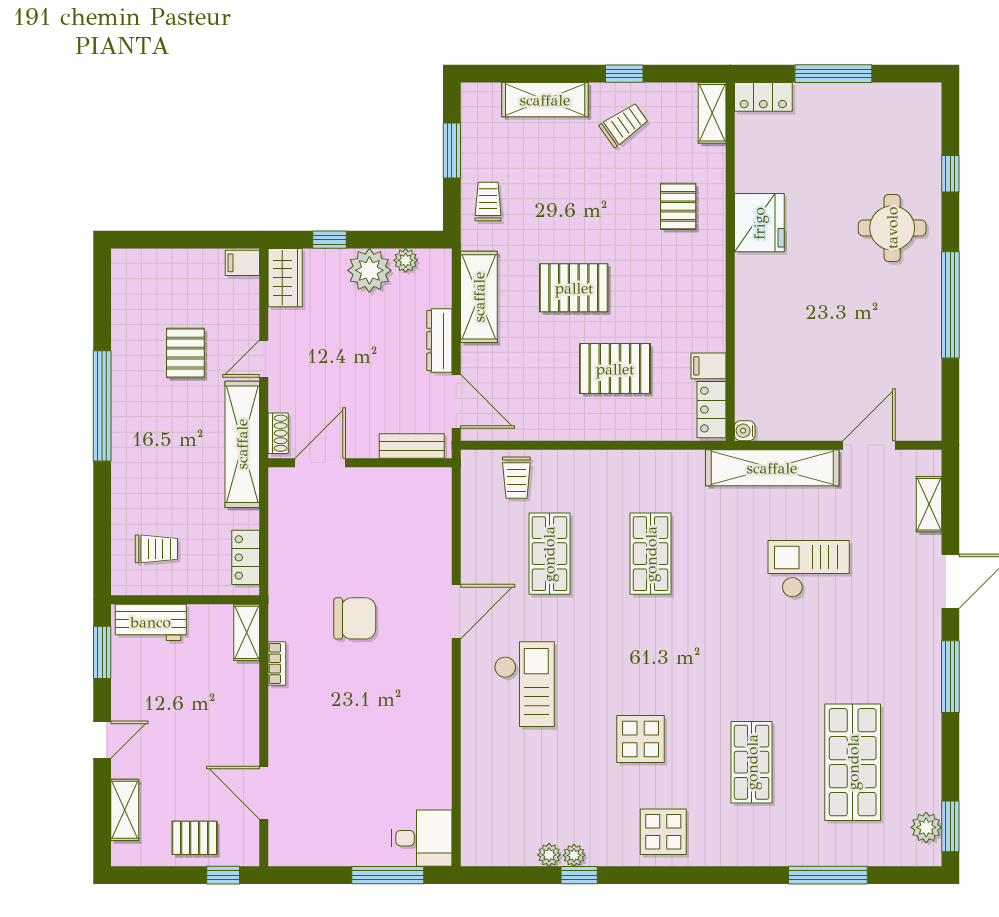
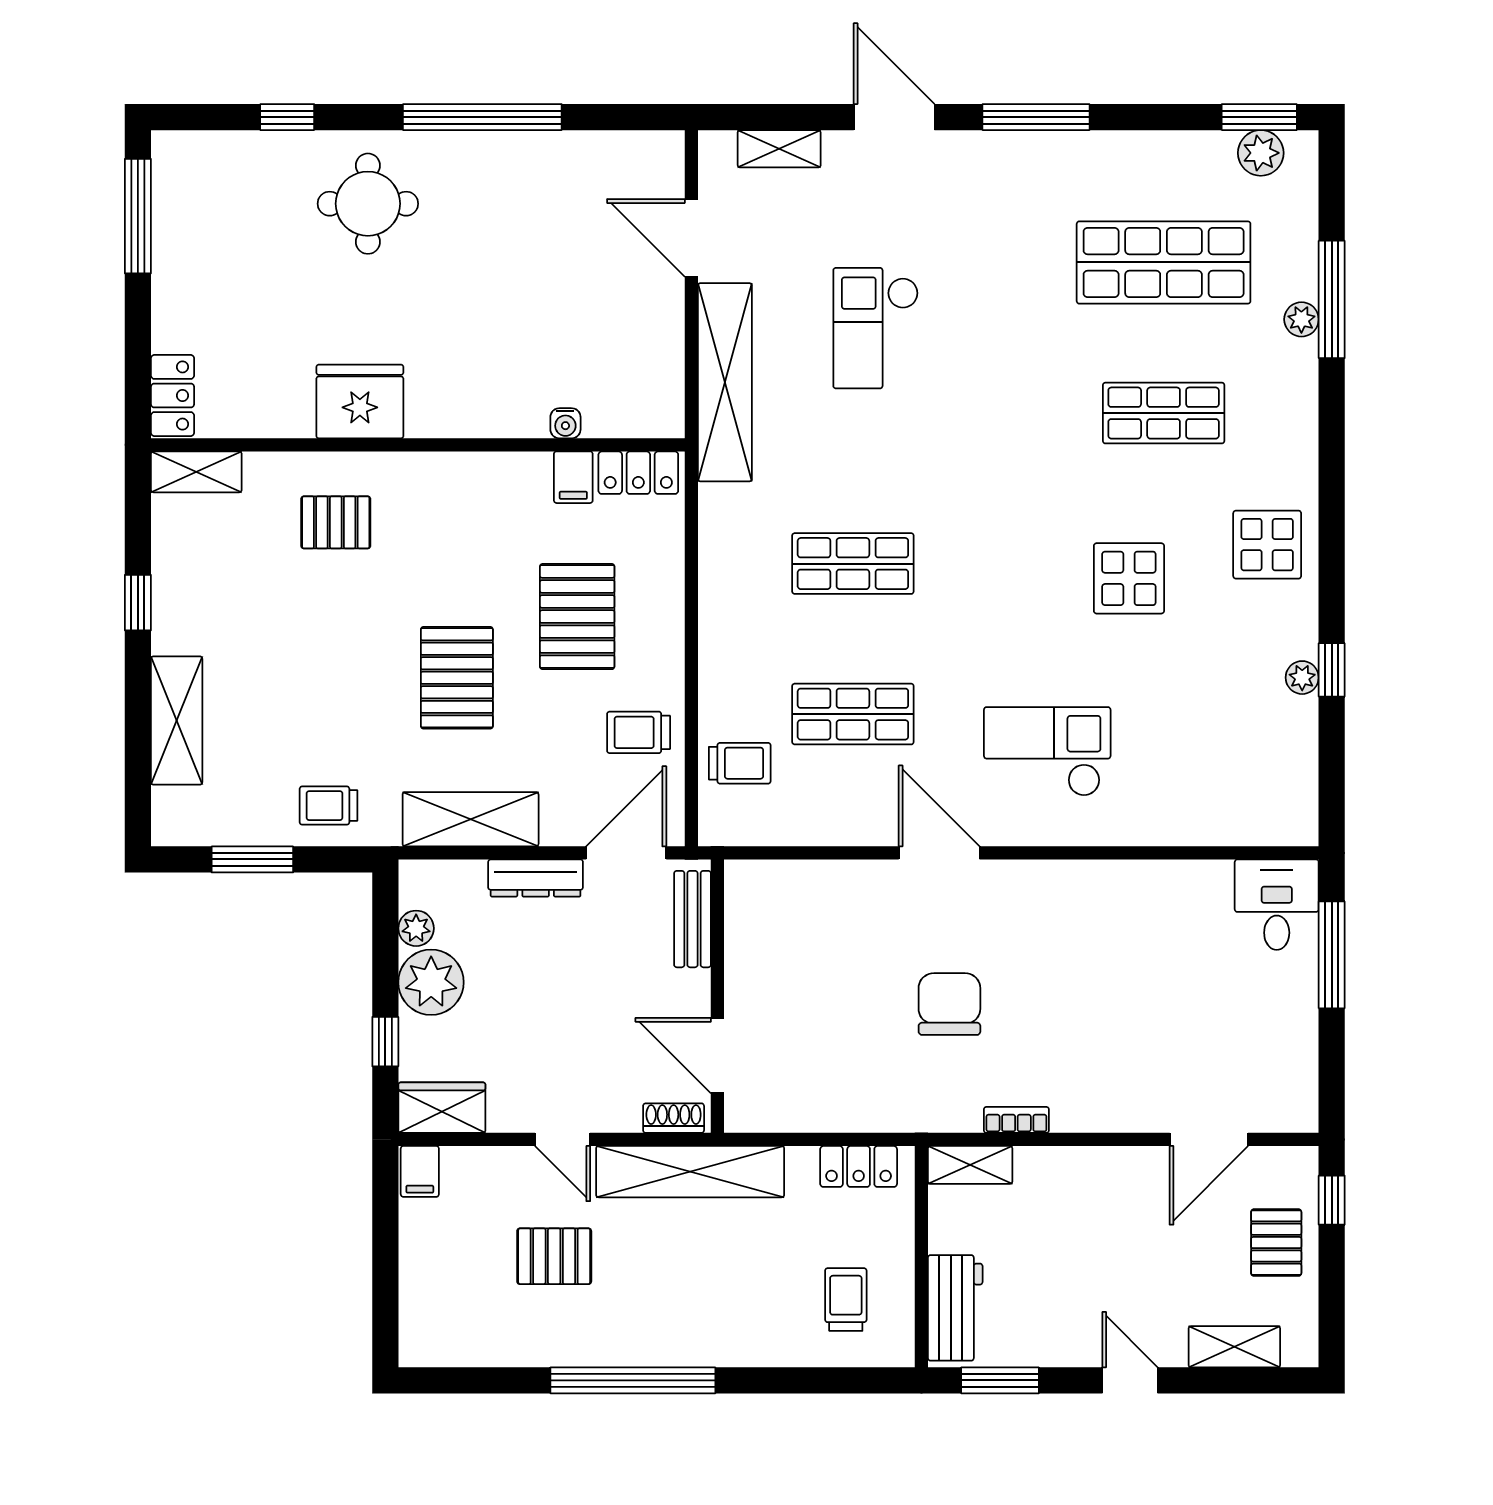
window: (833, 74) -> (138, 216), moved
trolley: (624, 125) -> (639, 732), moved, turned -55
water cooler: (745, 431) -> (565, 423), moved
plant: (549, 855) -> (1301, 319), moved

